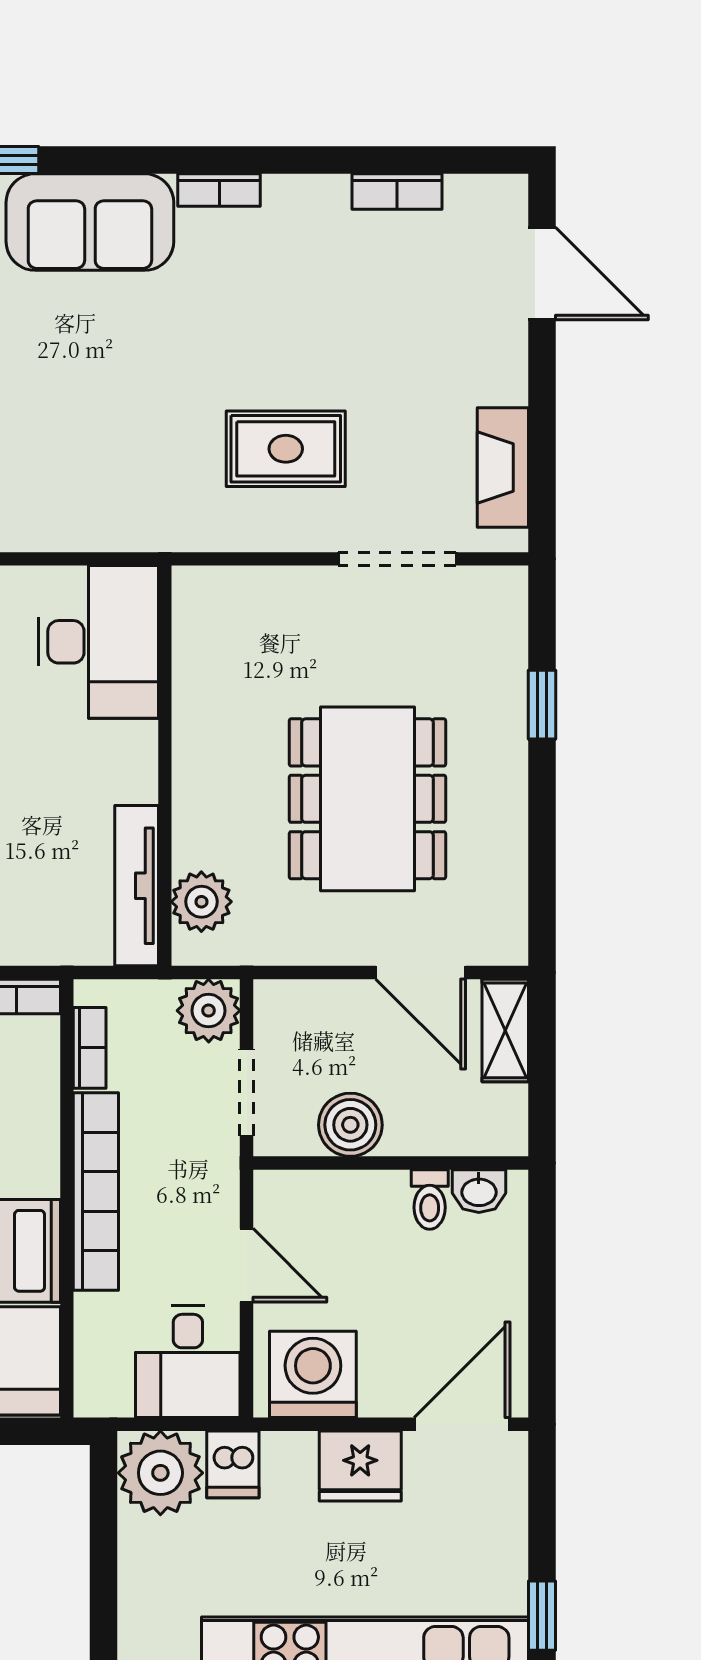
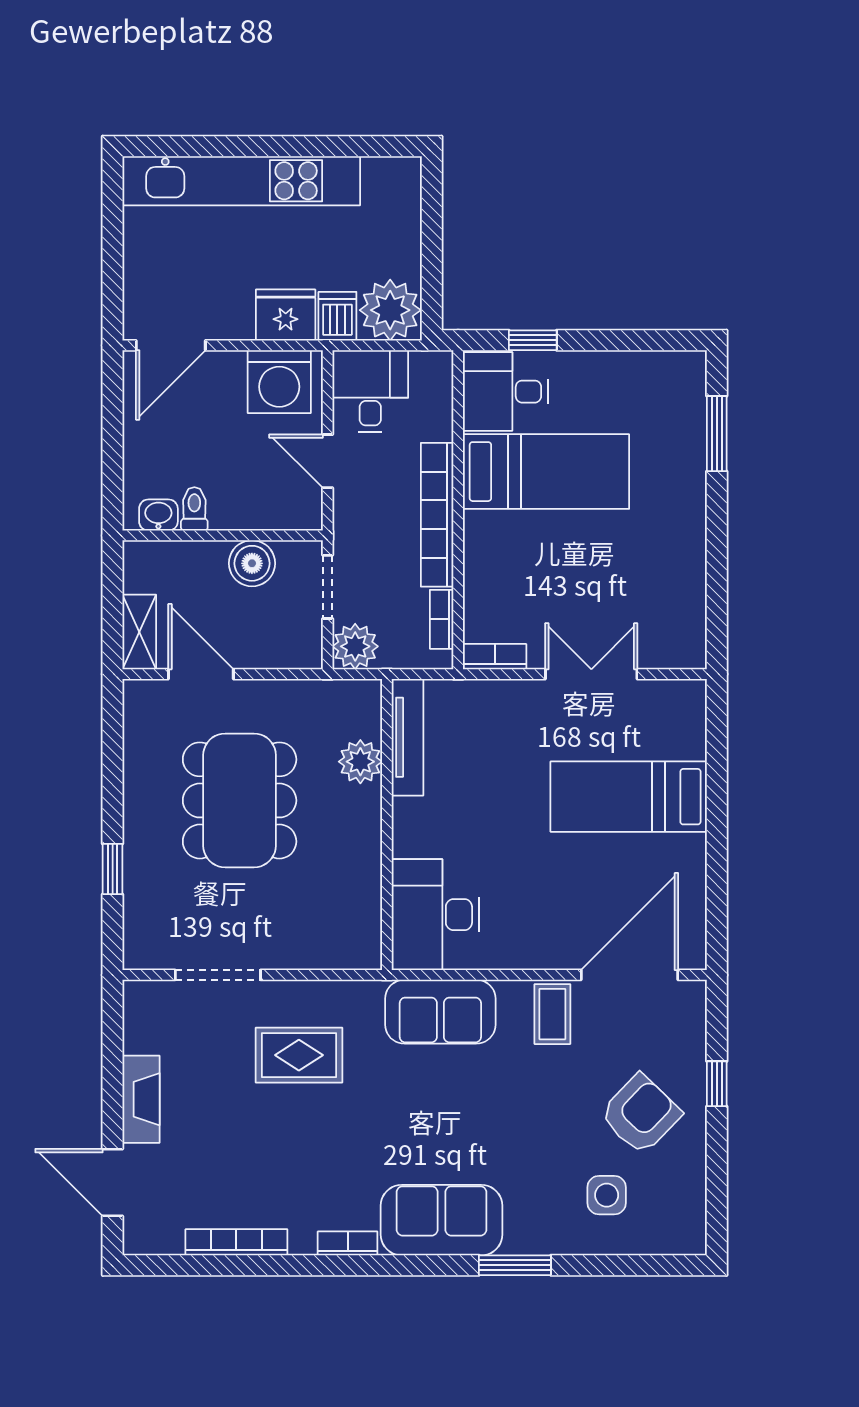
bookcase: (397, 192) -> (236, 1242), width x1.56
fireplace: (503, 467) -> (141, 1099), moved
sofa: (91, 508) -> (440, 1012), added
plant: (201, 902) -> (360, 762), moved
fridge: (360, 1466) -> (286, 315), moved
window: (542, 1616) -> (113, 206), removed

